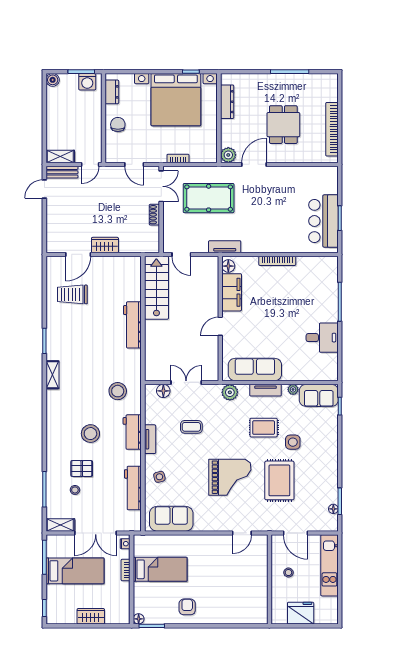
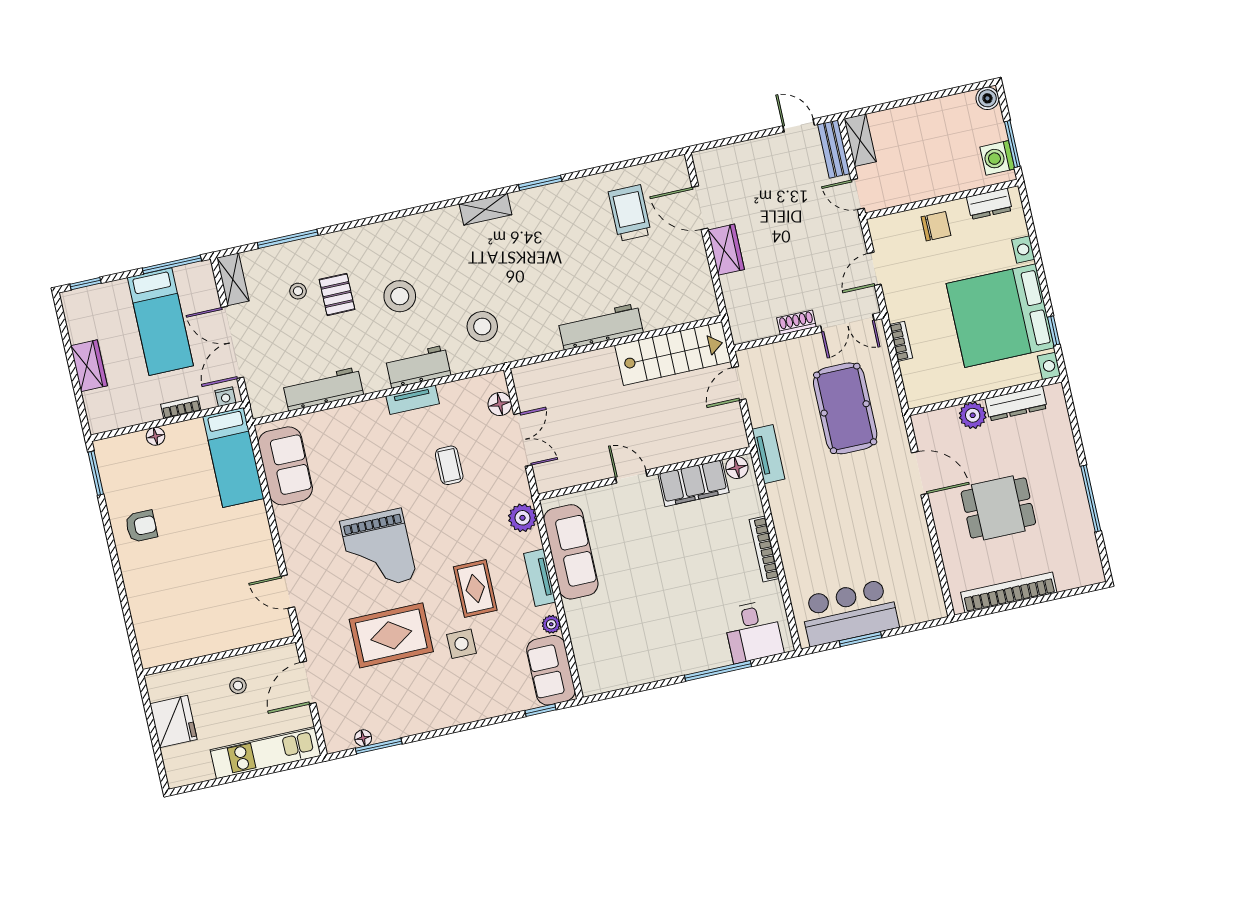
plant: (228, 155) -> (973, 415), moved
desk: (322, 338) -> (753, 631), moved
side table: (159, 477) -> (352, 430), removed
bed: (160, 569) -> (233, 457), moved
floor lamp: (139, 619) -> (155, 436), moved

